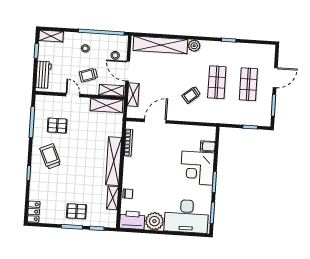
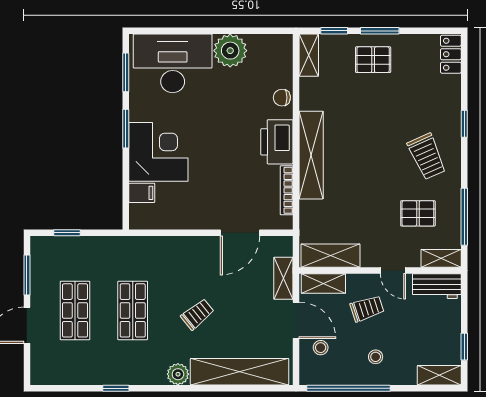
workbench: (44, 75) -> (437, 286), moved, turned -90
trolley: (191, 95) -> (197, 314), moved
shelving: (46, 100) -> (441, 258), added
shelving: (113, 198) -> (309, 55), moved
printer: (132, 220) -> (277, 142), moved, turned 90

